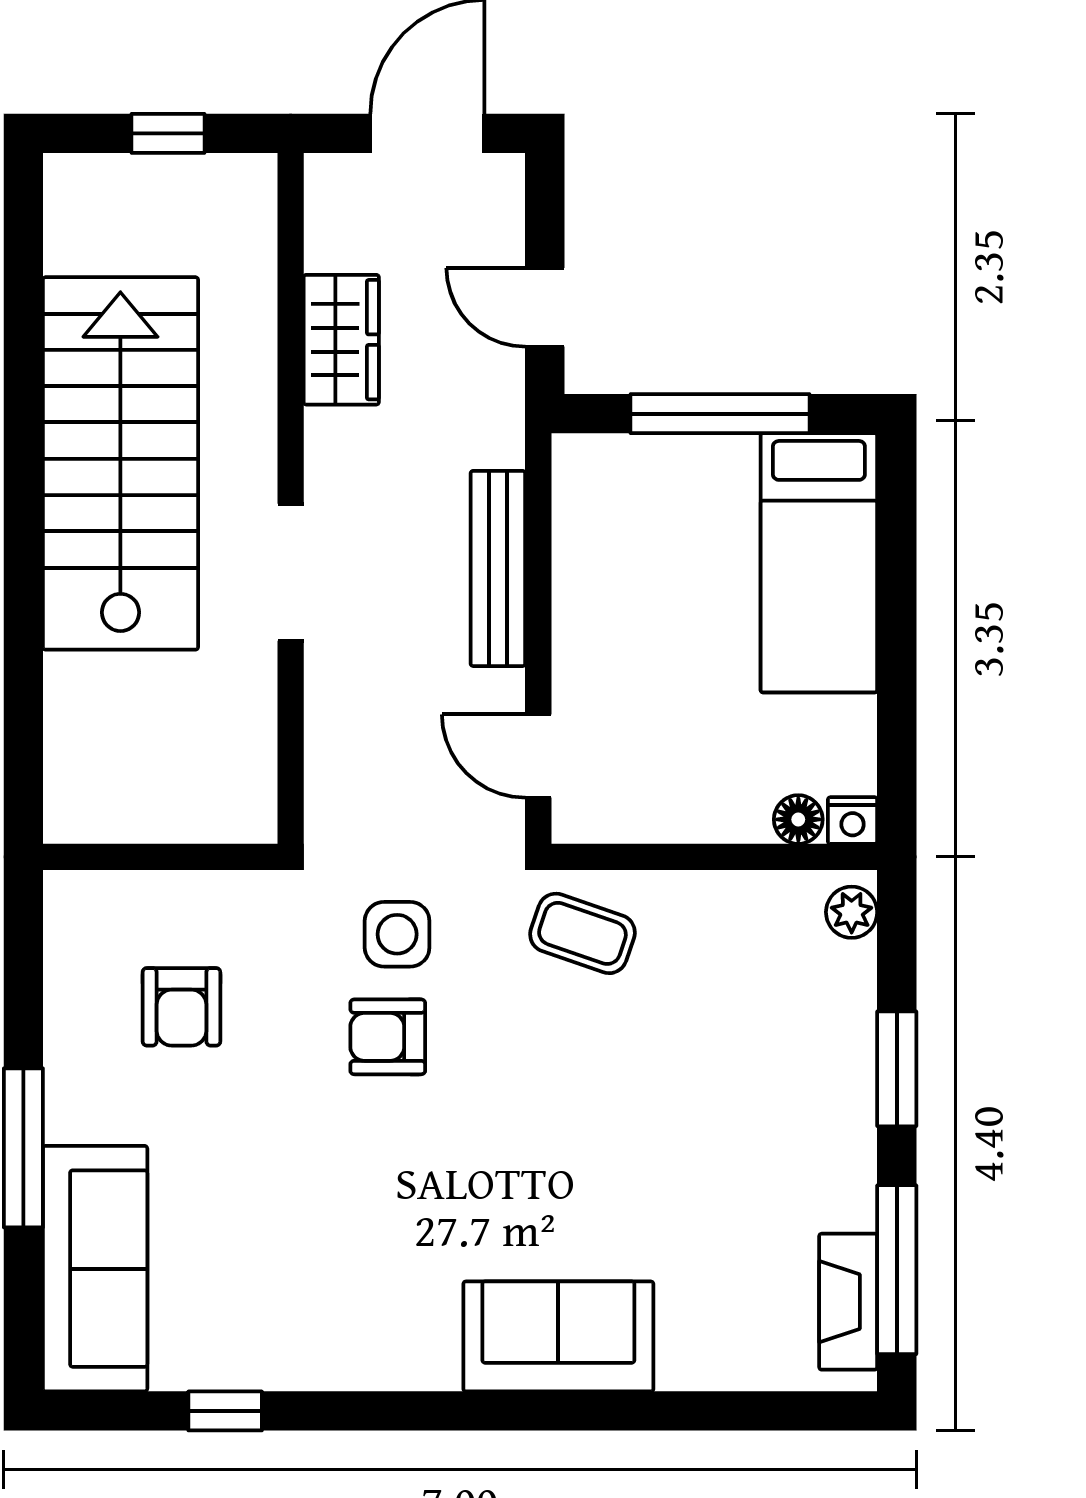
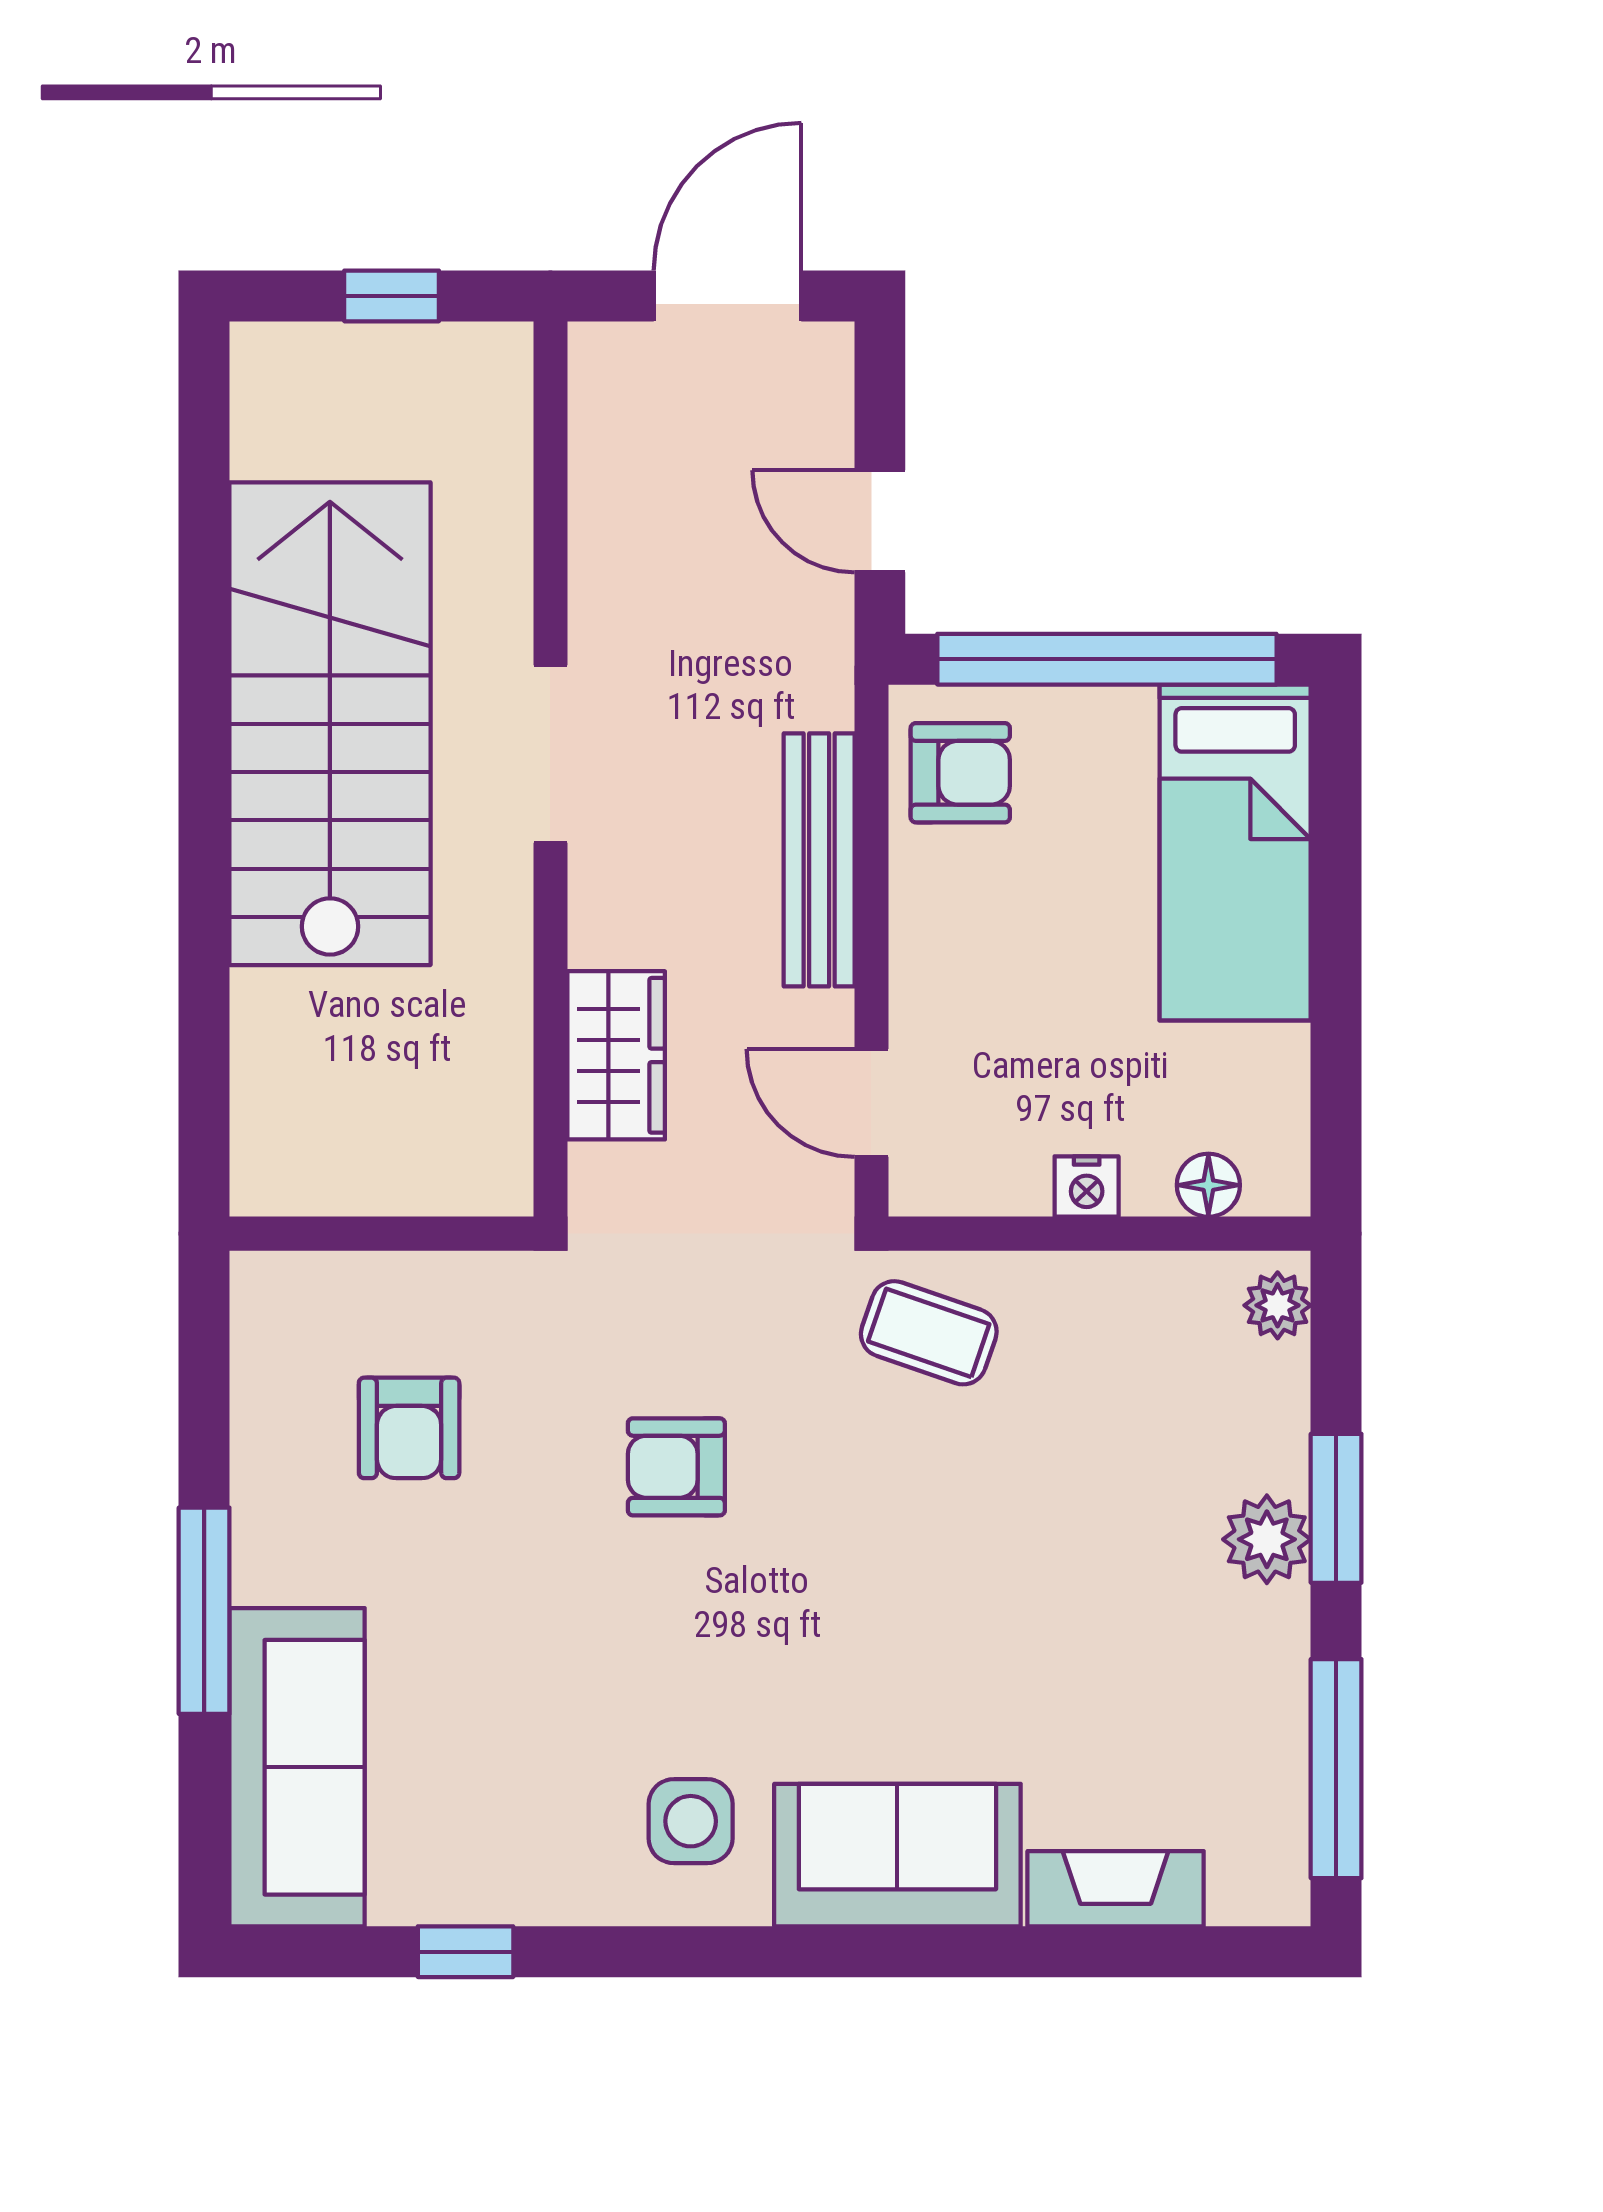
wardrobe: (341, 340) -> (616, 1055), moved
window: (720, 414) -> (1107, 659), width x1.46
armchair: (607, 501) -> (960, 773), added
doorway: (291, 572) -> (550, 754), moved
nightstand: (853, 821) -> (1087, 1187), moved
side table: (397, 934) -> (691, 1821), moved
plant: (843, 1093) -> (1267, 1539), added
fireplace: (848, 1302) -> (1116, 1889), moved, turned 90

